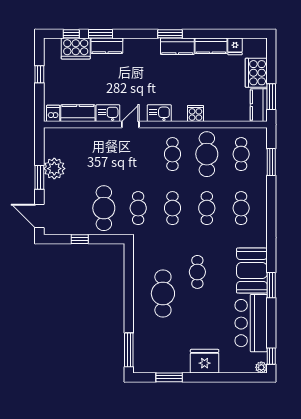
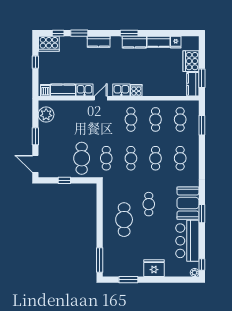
kitchen counter: (107, 46) -> (99, 42), moved
cooker: (76, 49) -> (49, 44), moved
cooker: (195, 114) -> (136, 90), moved
cafe table: (207, 154) -> (156, 119), width x0.73, depth x0.74
plant: (54, 169) -> (46, 115), moved

